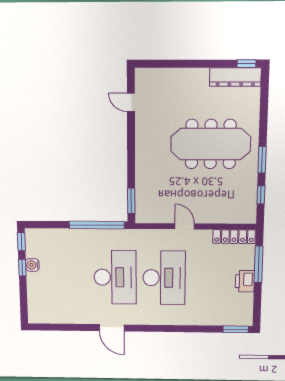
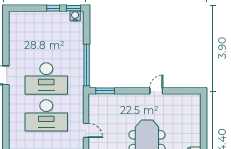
door: (131, 102) -> (156, 91), moved
door: (185, 226) -> (86, 130), hinge flipped
water cooler: (32, 265) -> (75, 16), moved

